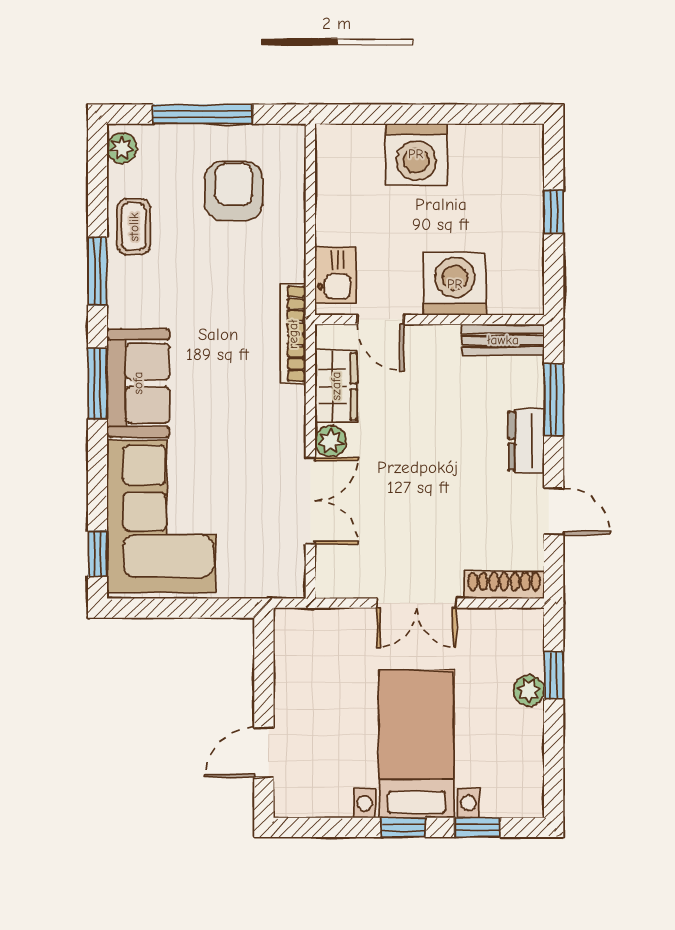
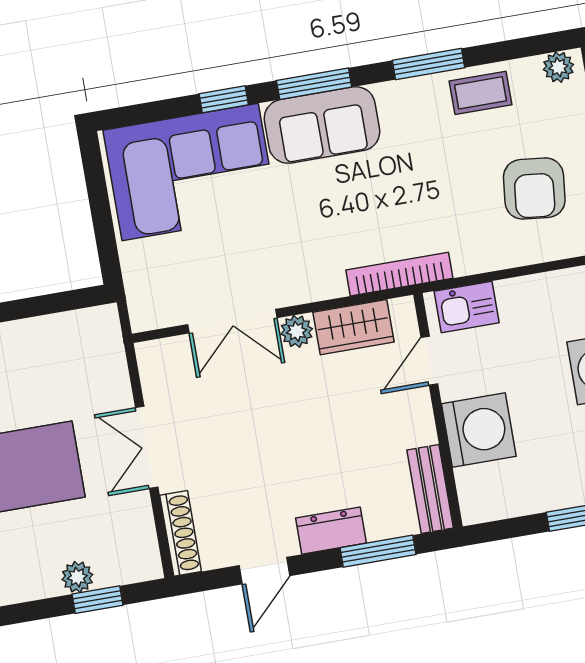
armchair: (234, 191) -> (534, 189), turned 96
window: (97, 554) -> (224, 99), moved

